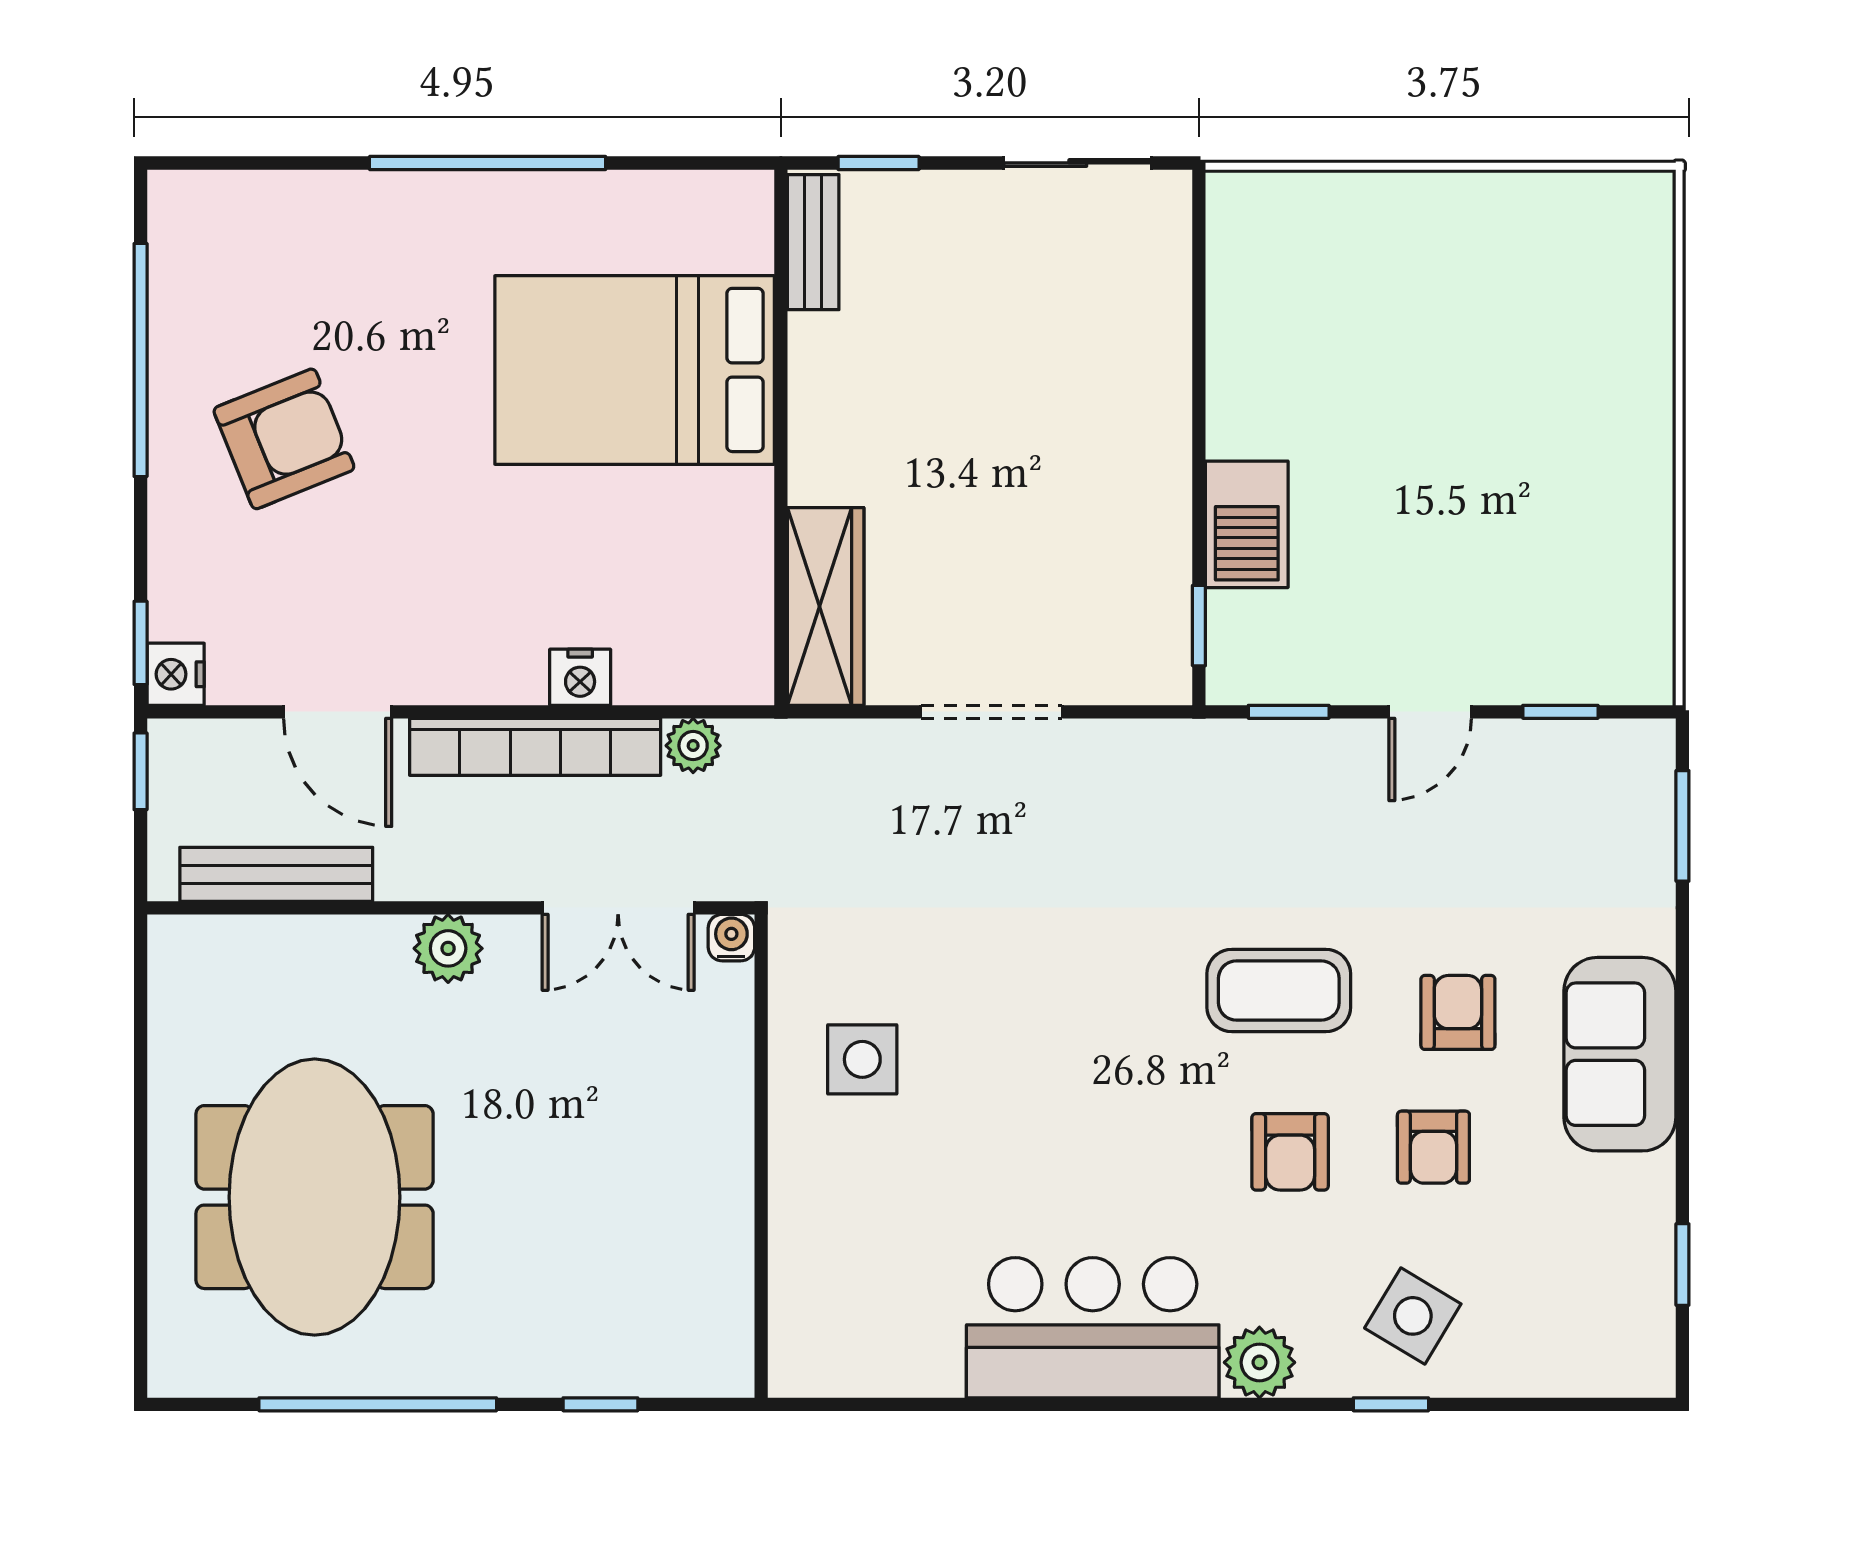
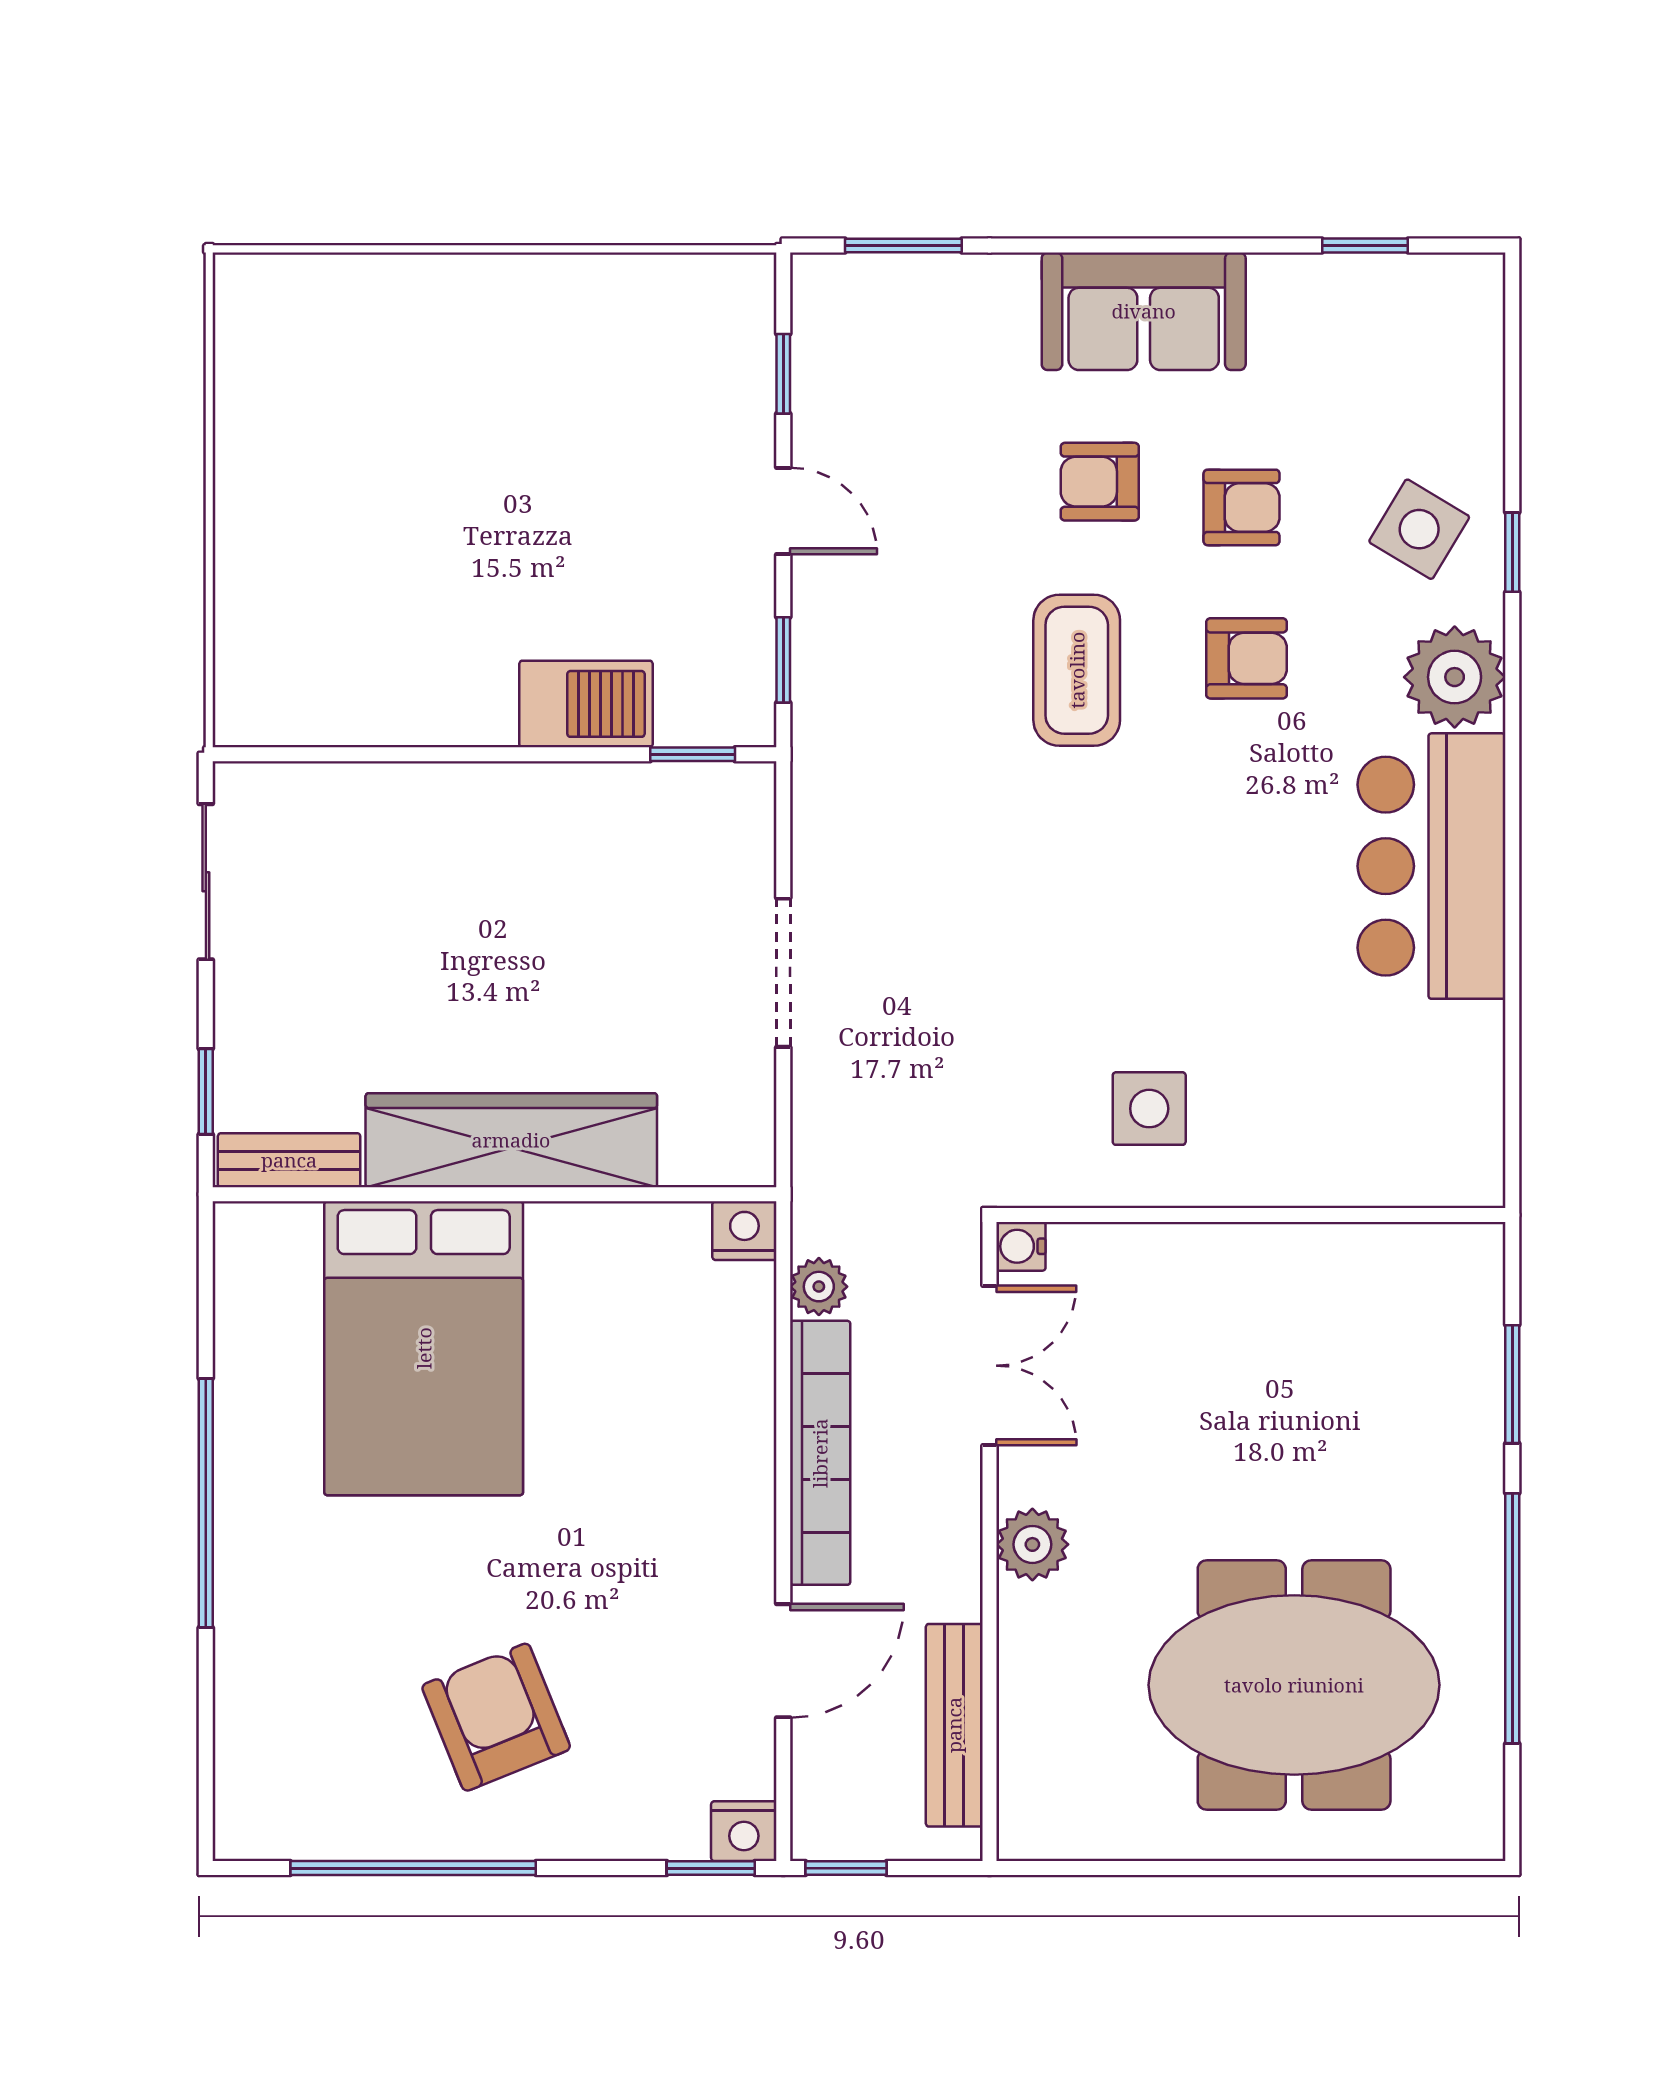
wardrobe: (826, 606) -> (511, 1140), moved, width x1.40, depth x1.17
nightstand: (580, 677) -> (744, 1231), moved, turned -90
plant: (1259, 1362) -> (1455, 677), width x1.36, depth x1.36
window: (600, 1404) -> (1512, 1384), width x1.50

